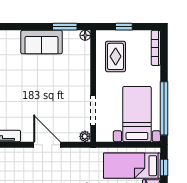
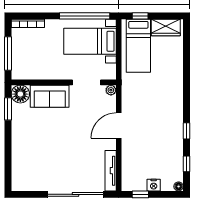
window: (124, 27) -> (8, 53), width x2.17
floor lamp: (85, 35) -> (20, 94), width x1.89, depth x1.89
sofa: (41, 42) -> (50, 96), moved, turned 90
rug: (116, 56) -> (36, 61), removed

